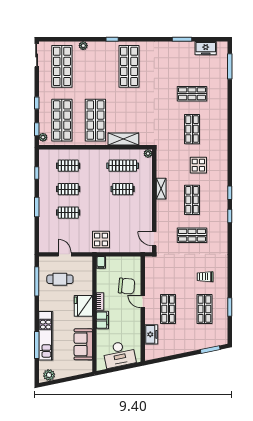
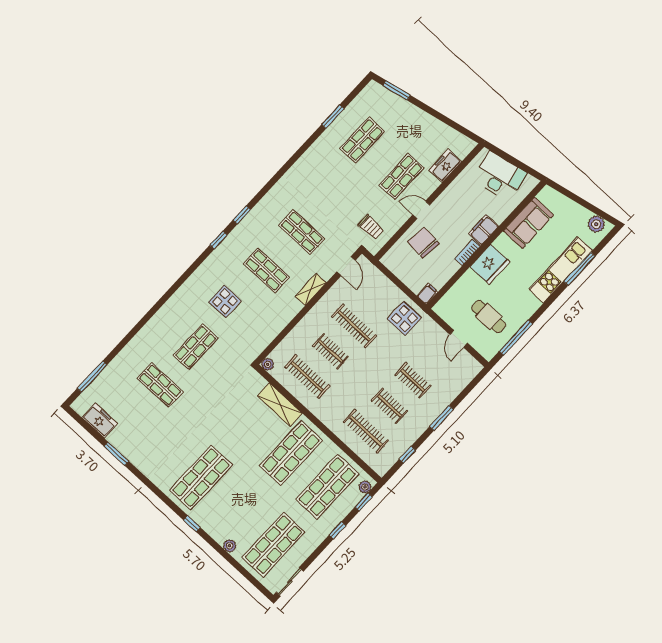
clothes rail: (68, 166) -> (366, 431), width x1.36
shelving: (161, 189) -> (311, 289), moved
shop shelf: (192, 200) -> (266, 270), turned 90
clothes rail: (123, 213) -> (354, 326), added
trolley: (205, 277) -> (371, 227), moved
door: (143, 301) -> (421, 210), swing flipped

